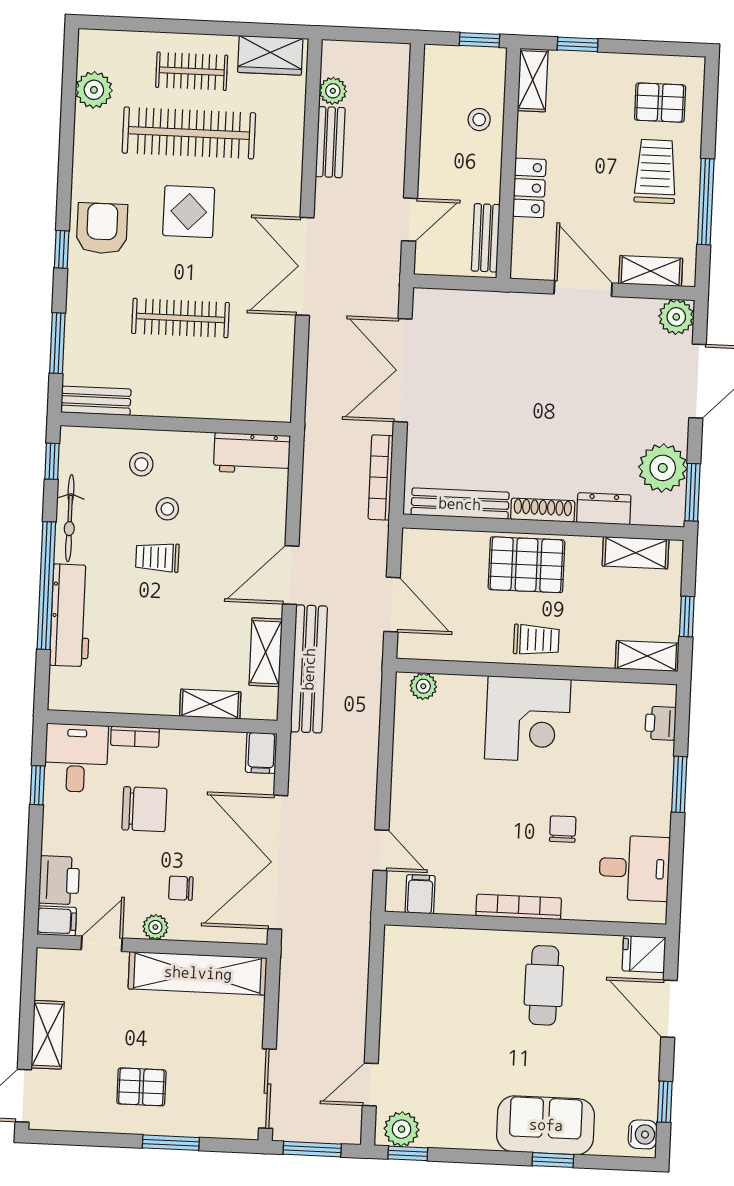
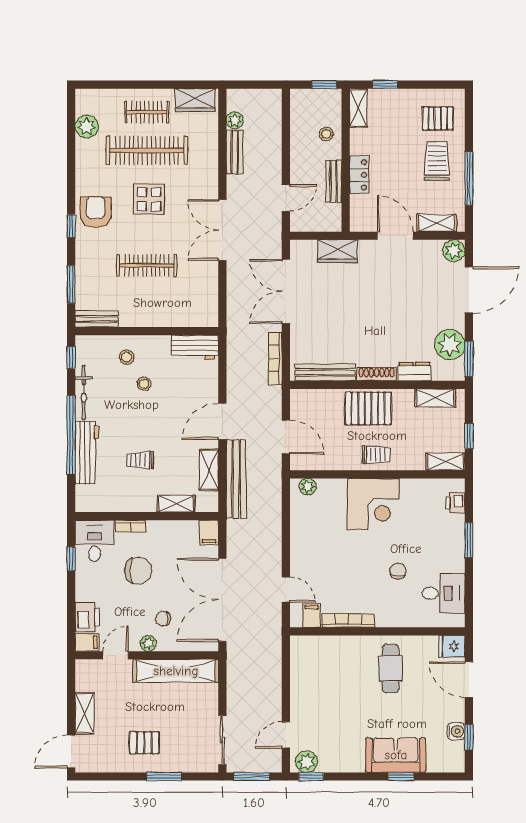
bench: (486, 238) -> (334, 181), moved
wardrobe: (489, 309) -> (338, 251), added
trolley: (157, 557) -> (140, 460), moved
bookcase: (519, 907) -> (348, 621), moved
water cooler: (643, 1134) -> (456, 731), moved

